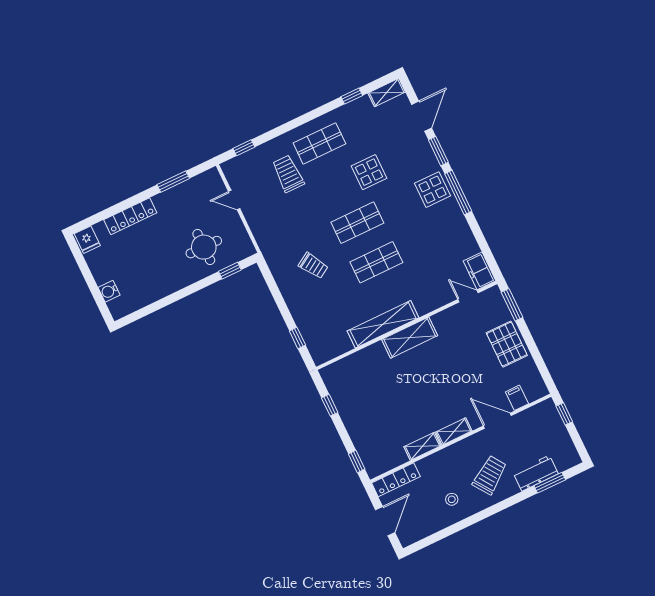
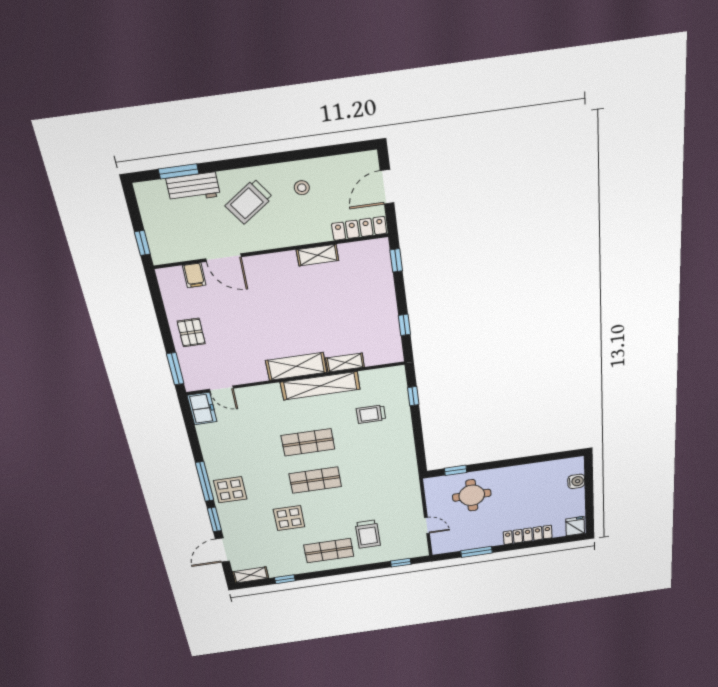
trolley: (313, 266) -> (371, 414), moved, turned -58
pallet: (507, 344) -> (191, 332), width x0.67, depth x0.71
shelving: (454, 431) -> (345, 363), moved

